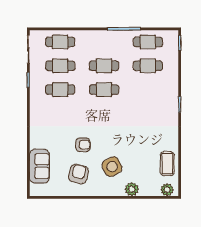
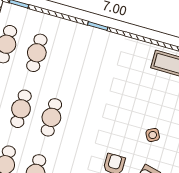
side table: (112, 167) -> (153, 135), width x0.54, depth x0.54

